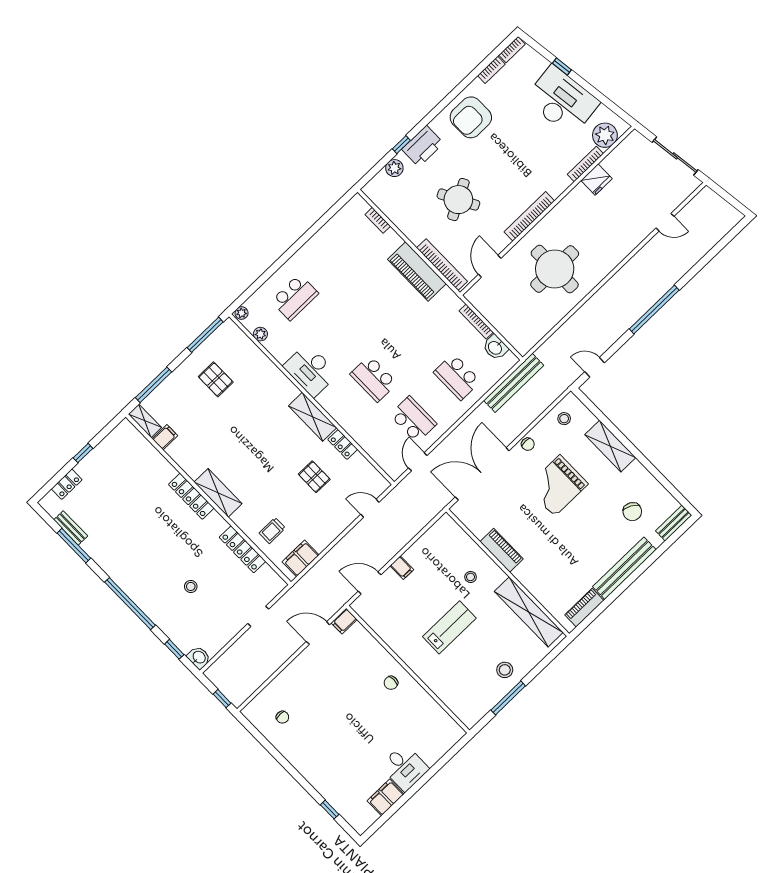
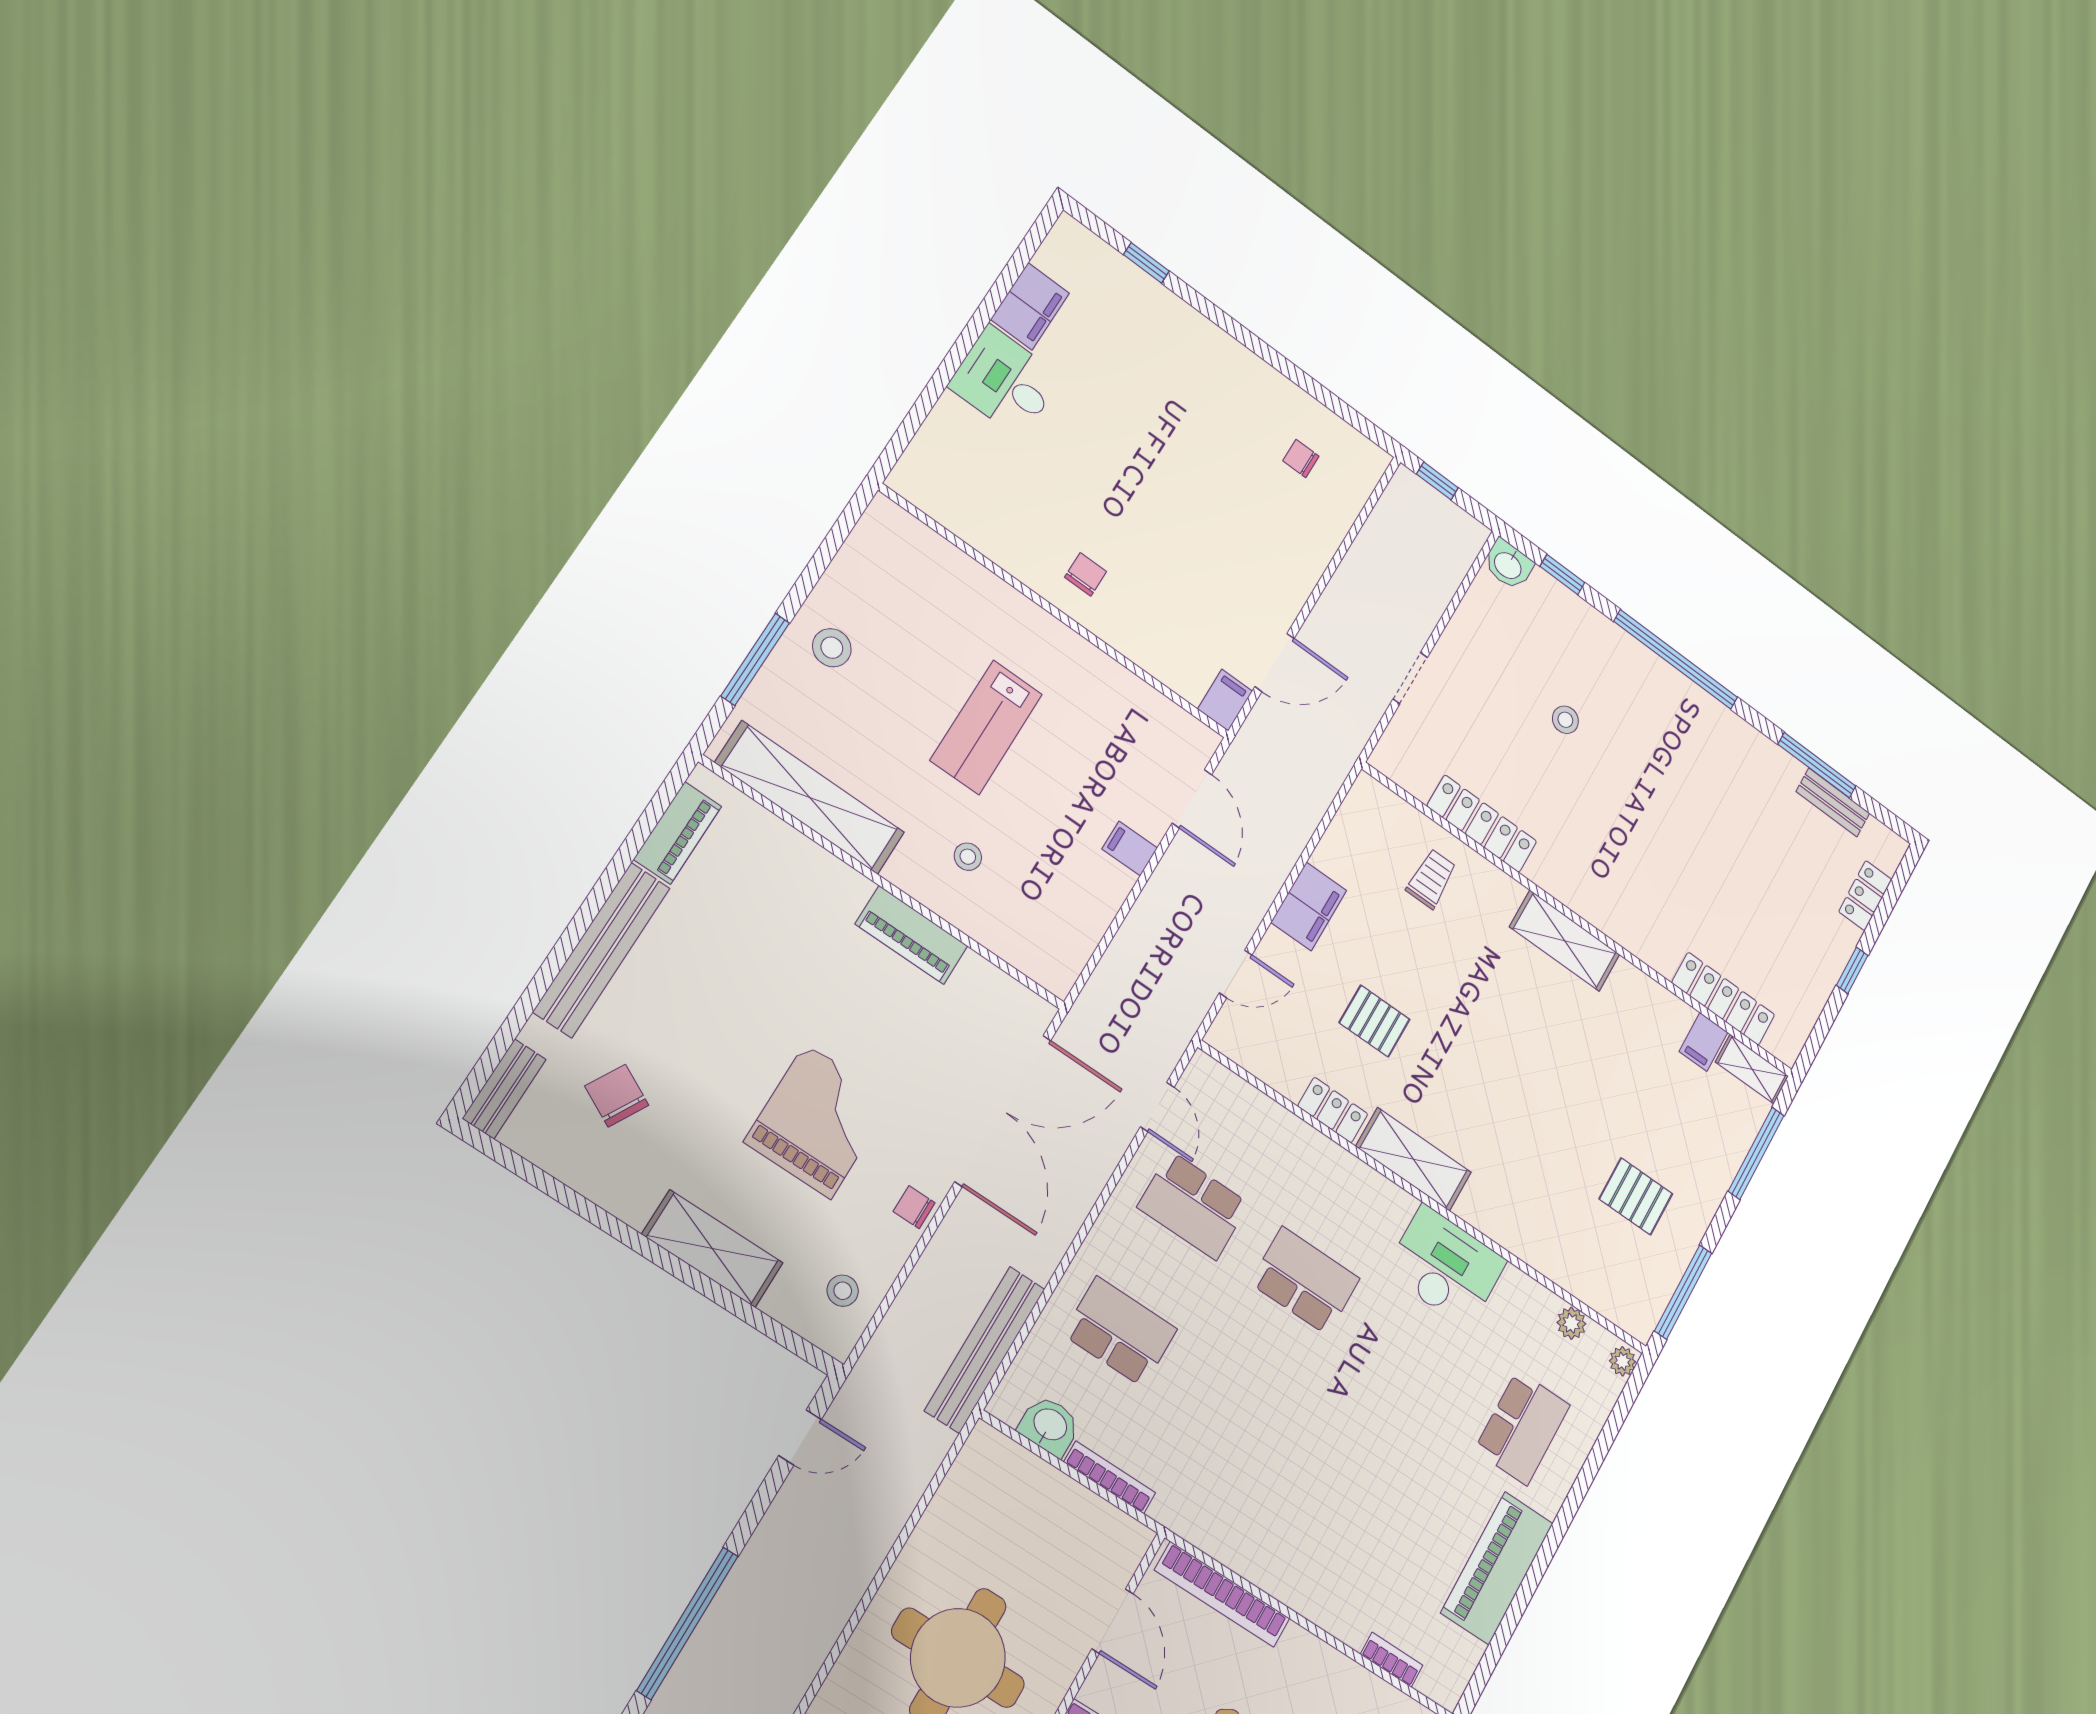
piano: (417, 271) -> (1497, 1568), moved, turned -90
school desk: (295, 297) -> (1522, 1428), turned 180
locker: (191, 496) -> (1723, 999), moved
filing cabinet: (301, 558) -> (1309, 906), moved
door: (370, 583) -> (1192, 799), hinge flipped
window: (508, 698) -> (755, 659), moved

